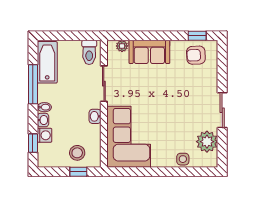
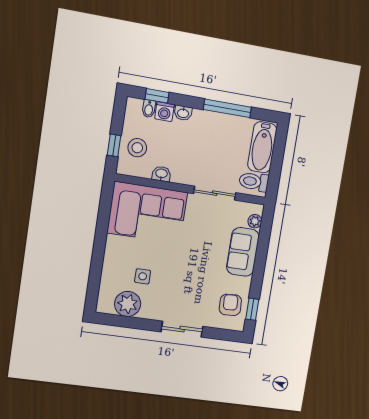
bathtub: (47, 62) -> (262, 147), moved, turned 90
bidet: (44, 107) -> (149, 109), moved
sliding door: (222, 110) -> (182, 329), moved
washbasin: (95, 116) -> (161, 174), moved
side table: (183, 159) -> (143, 276), moved

